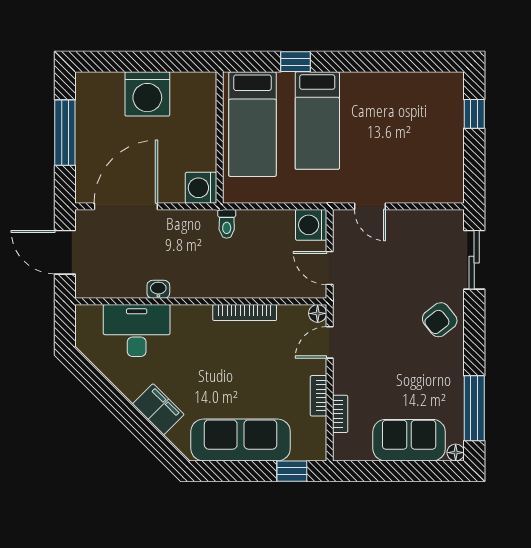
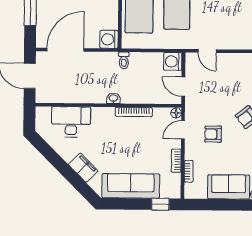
washbasin: (158, 289) -> (113, 98), moved
armchair: (382, 349) -> (213, 134), added

